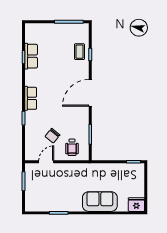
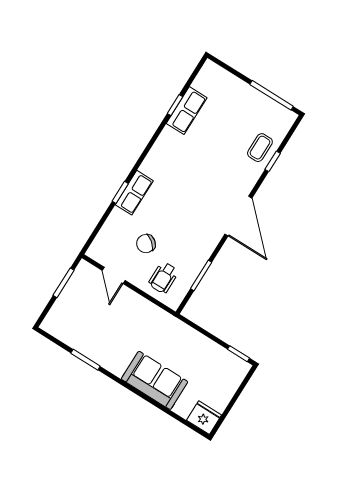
door: (90, 93) -> (238, 216), swing flipped
row of seats: (31, 98) -> (134, 193), moved
door: (46, 162) -> (114, 275), swing flipped

